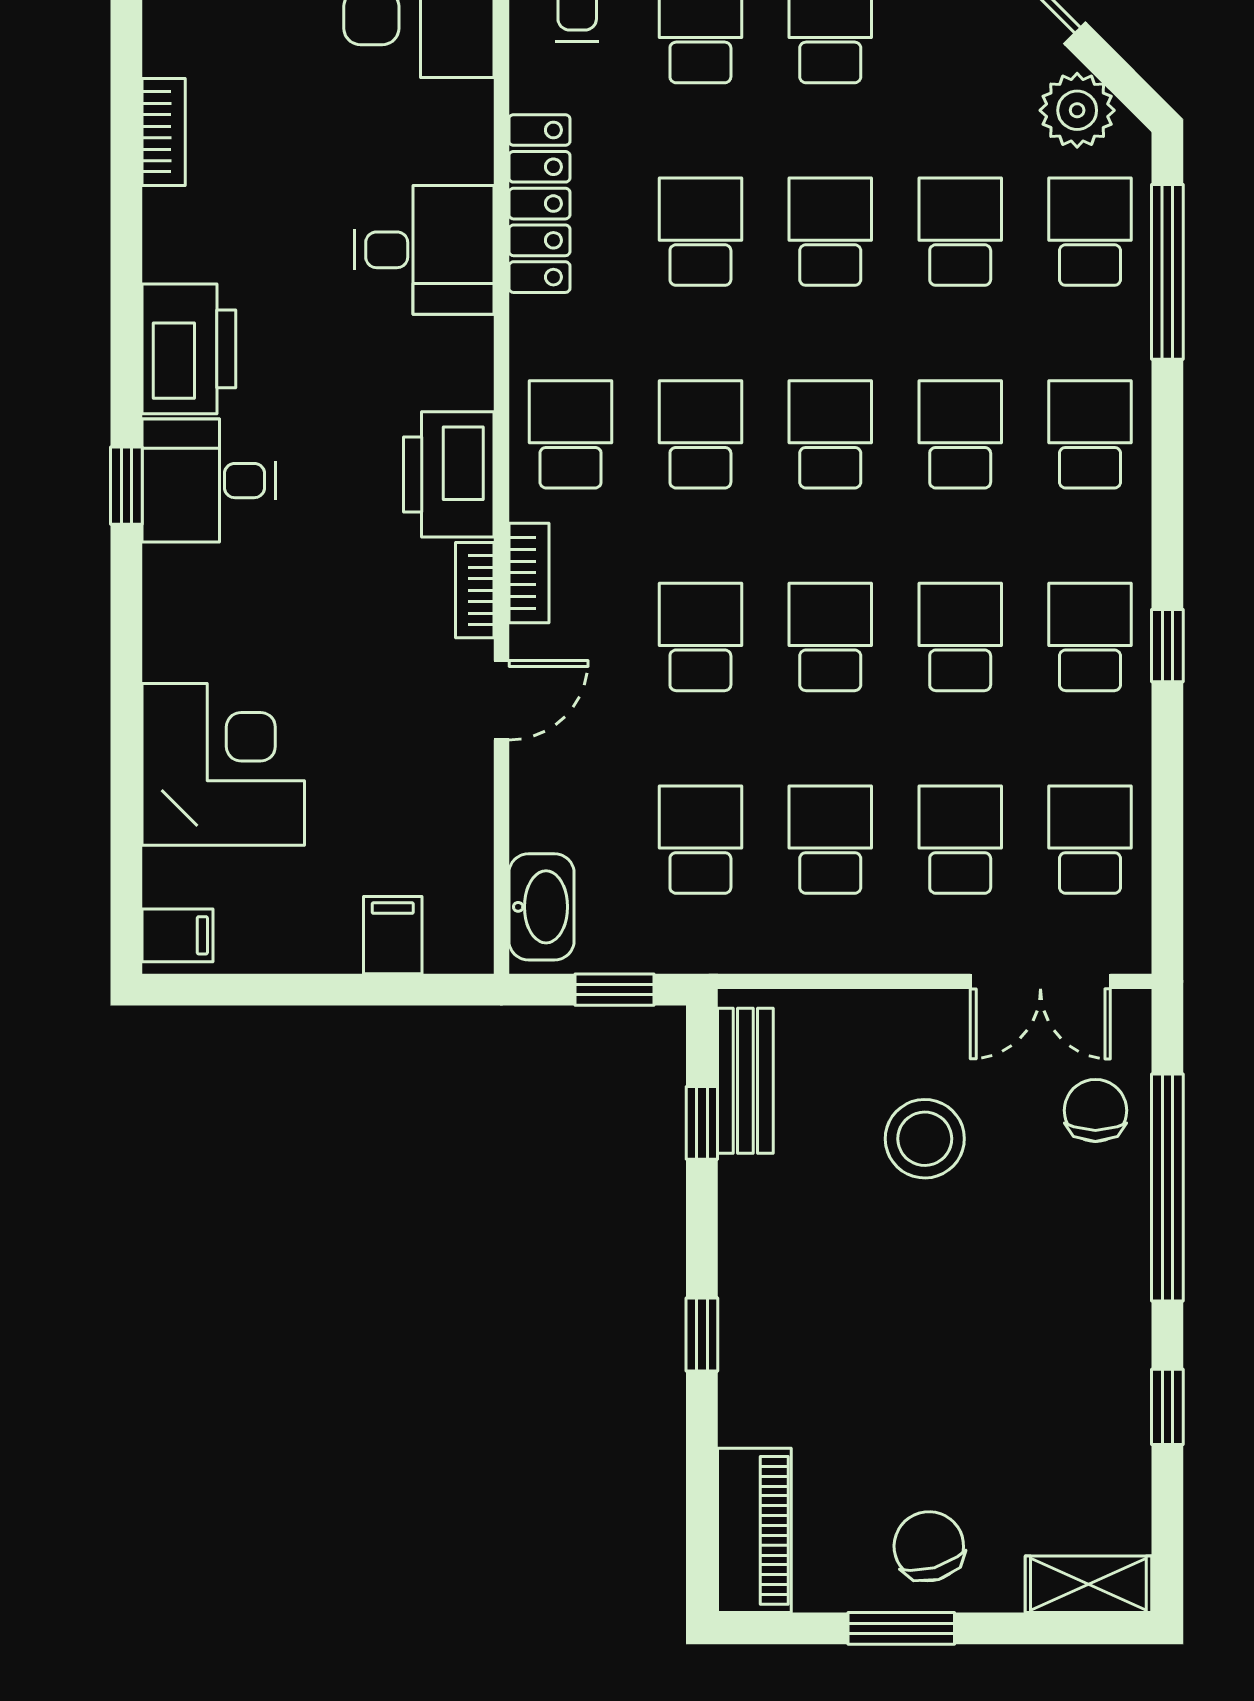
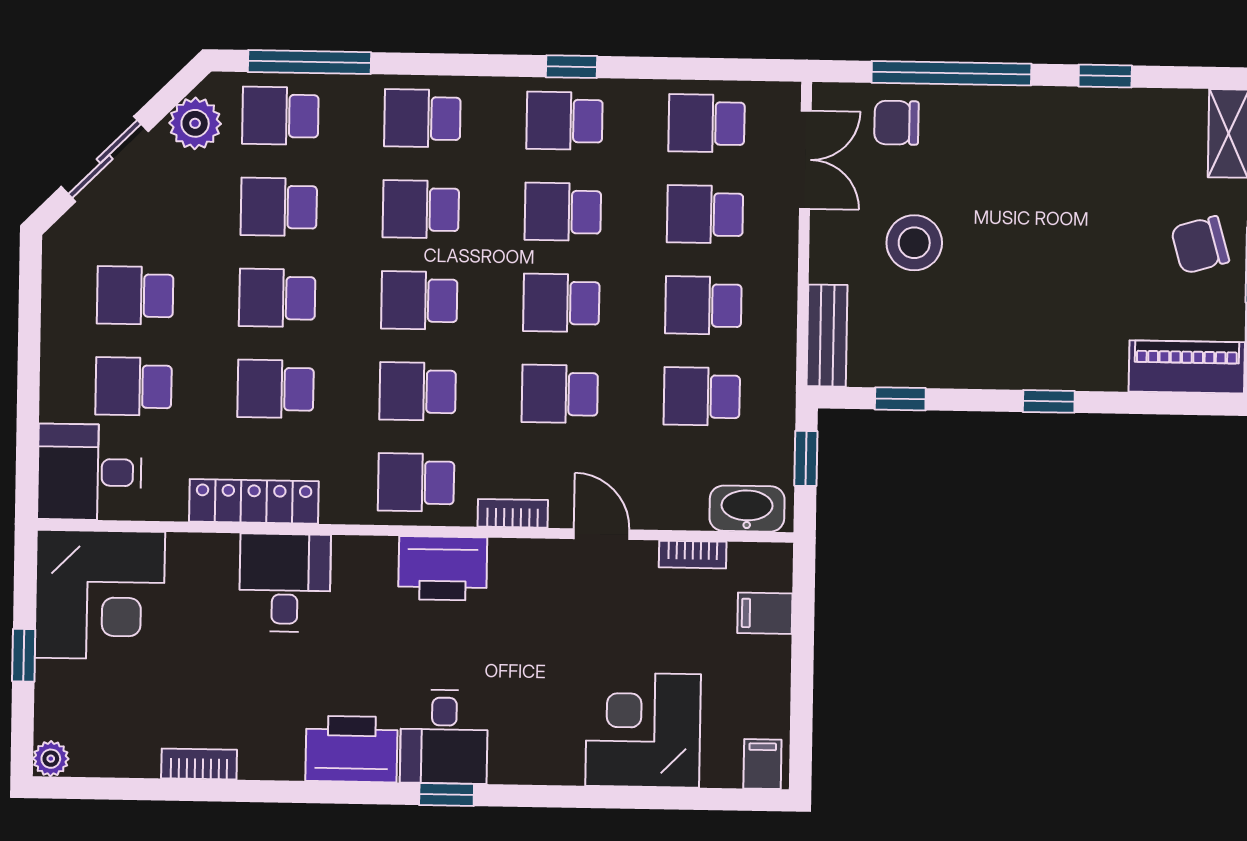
bookcase: (475, 590) -> (693, 555), moved
bench: (745, 1081) -> (827, 336), moved, turned 90

